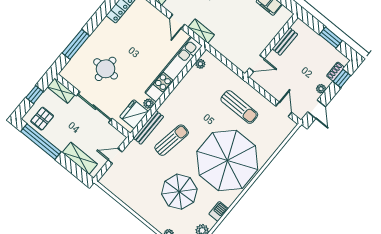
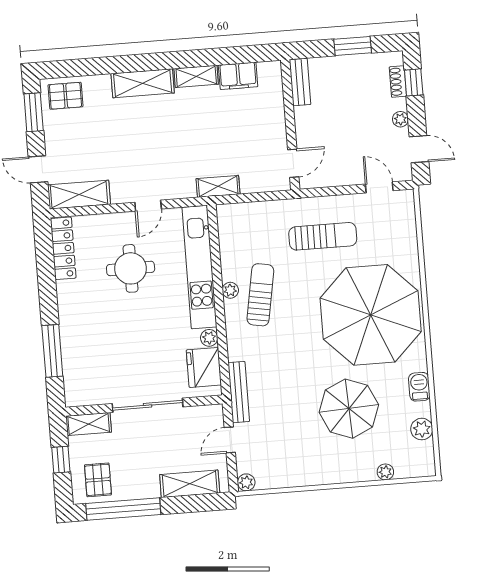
door: (177, 22) -> (148, 206), hinge flipped
shelving: (201, 31) -> (218, 186), moved
bench: (285, 41) -> (300, 82), moved
plant: (200, 64) -> (230, 290), moved
round table: (106, 69) -> (131, 268), moved
bench: (148, 127) -> (239, 392), moved
sun lounger: (172, 140) -> (260, 295), moved
plant: (105, 181) -> (246, 482), added

